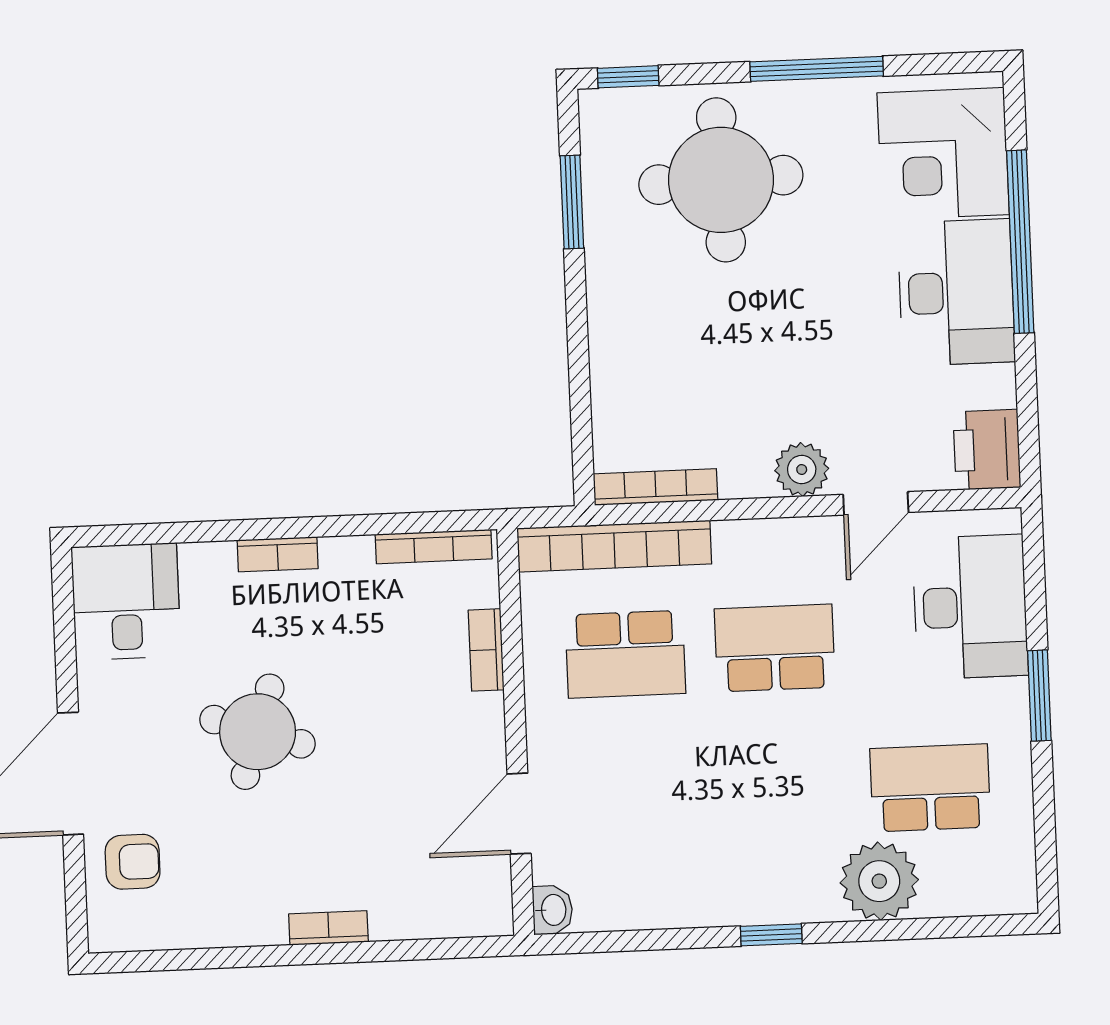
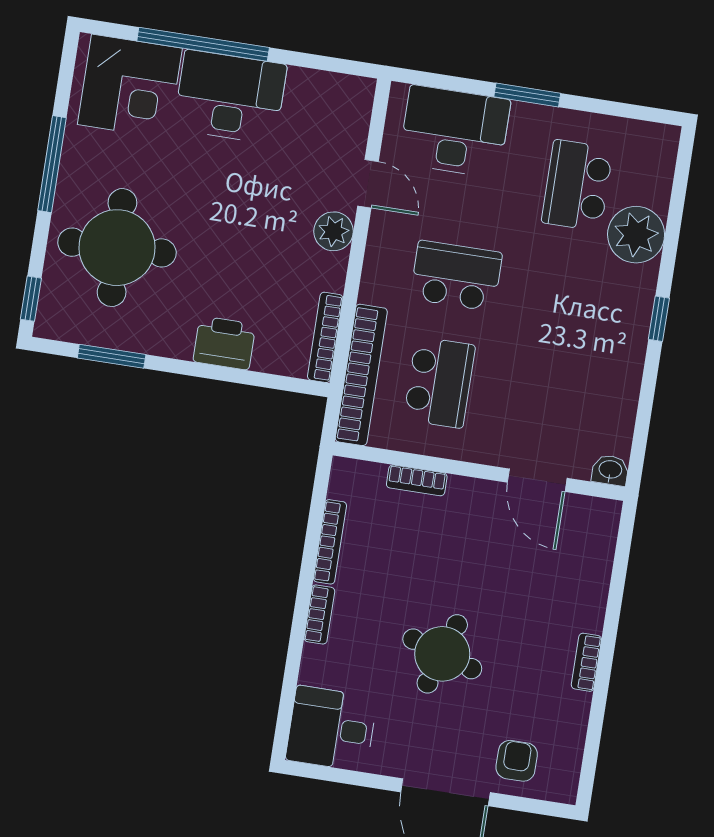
printer: (987, 450) -> (224, 343), moved, turned 180
bookcase: (434, 547) -> (330, 542), moved
school desk: (775, 648) -> (456, 276), turned 90
bookcase: (328, 928) -> (586, 662), moved

